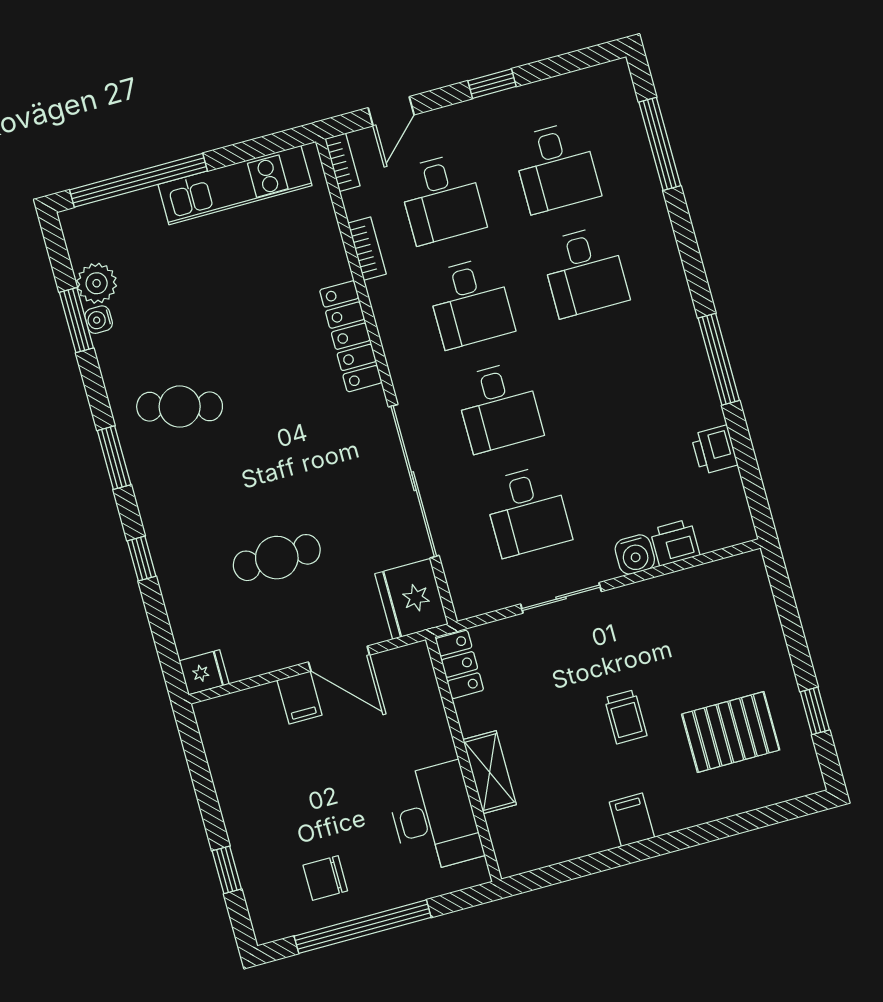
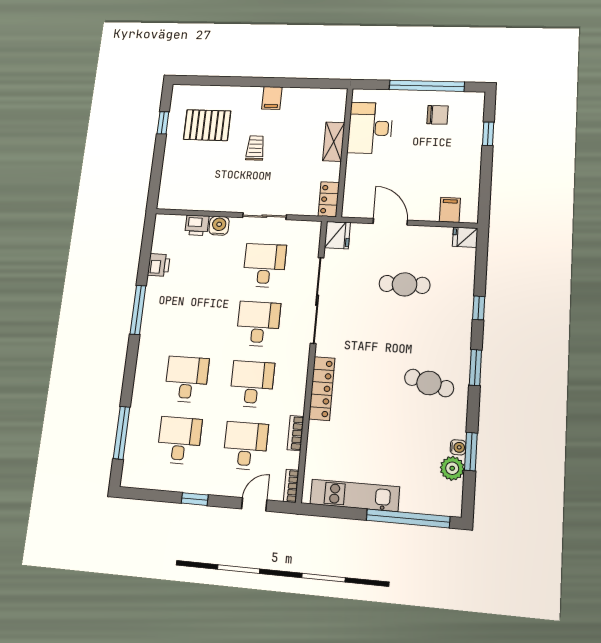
fridge: (412, 599) -> (337, 235), width x0.73, depth x0.75
filing cabinet: (300, 698) -> (450, 210), moved

